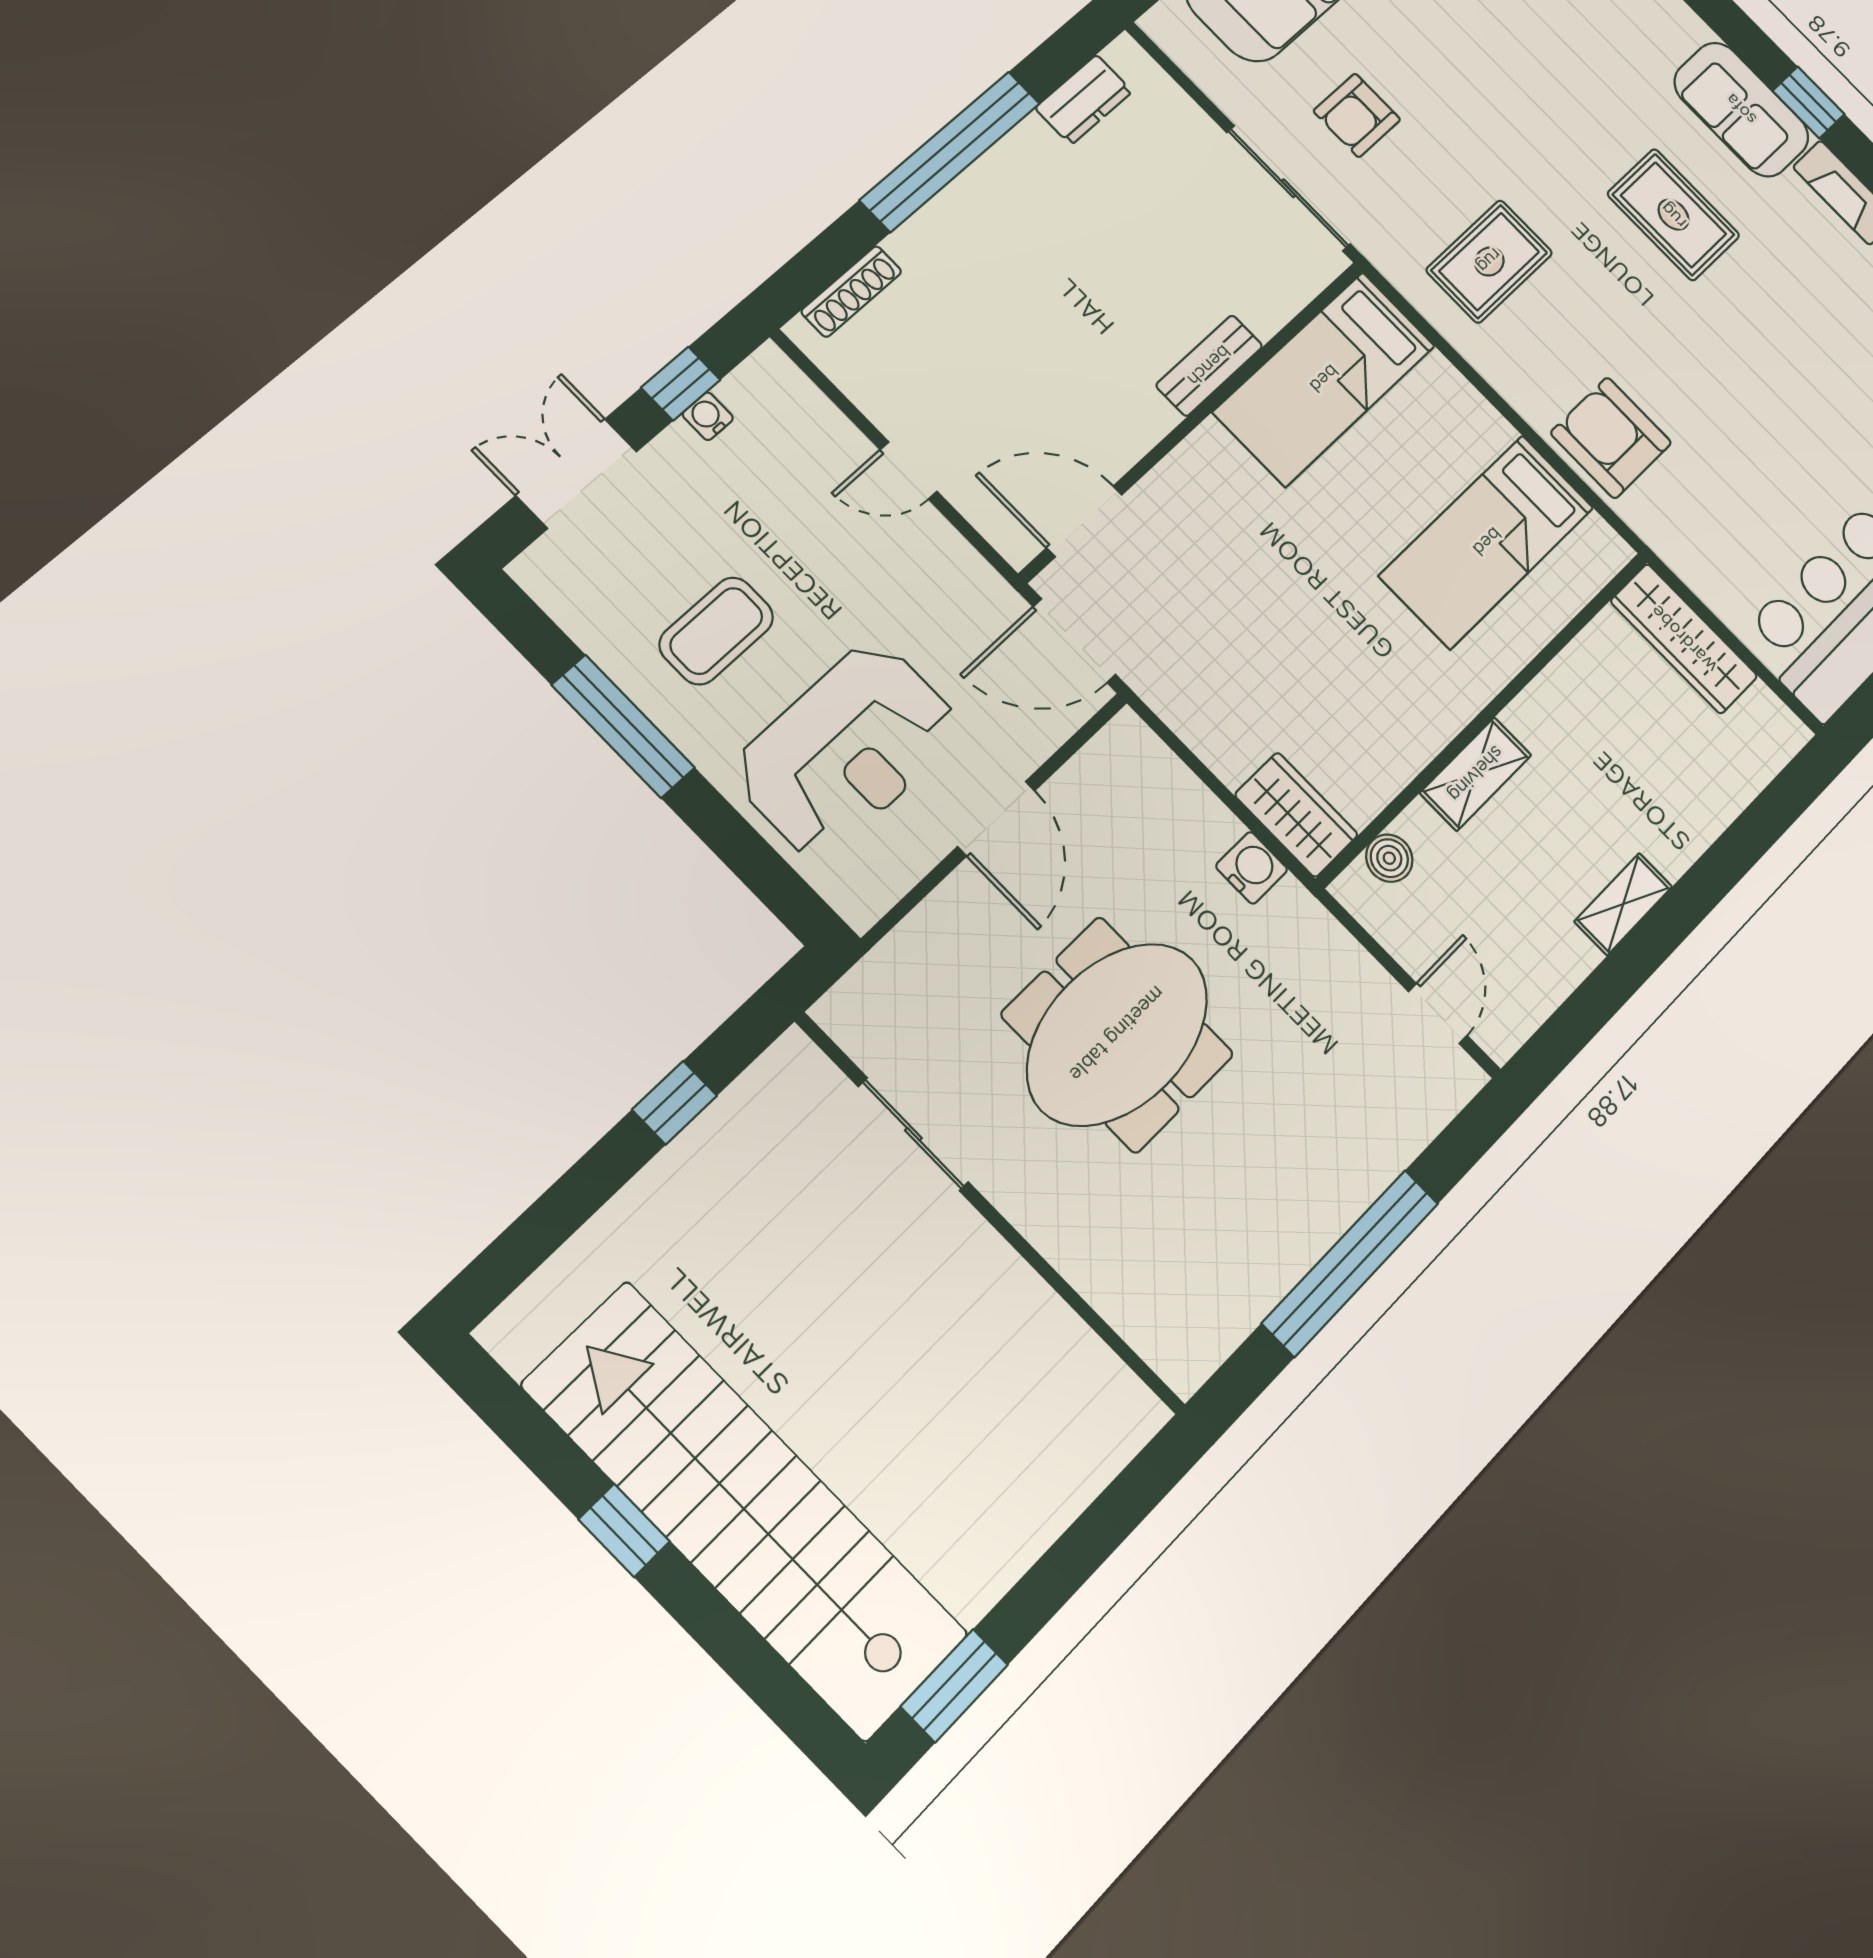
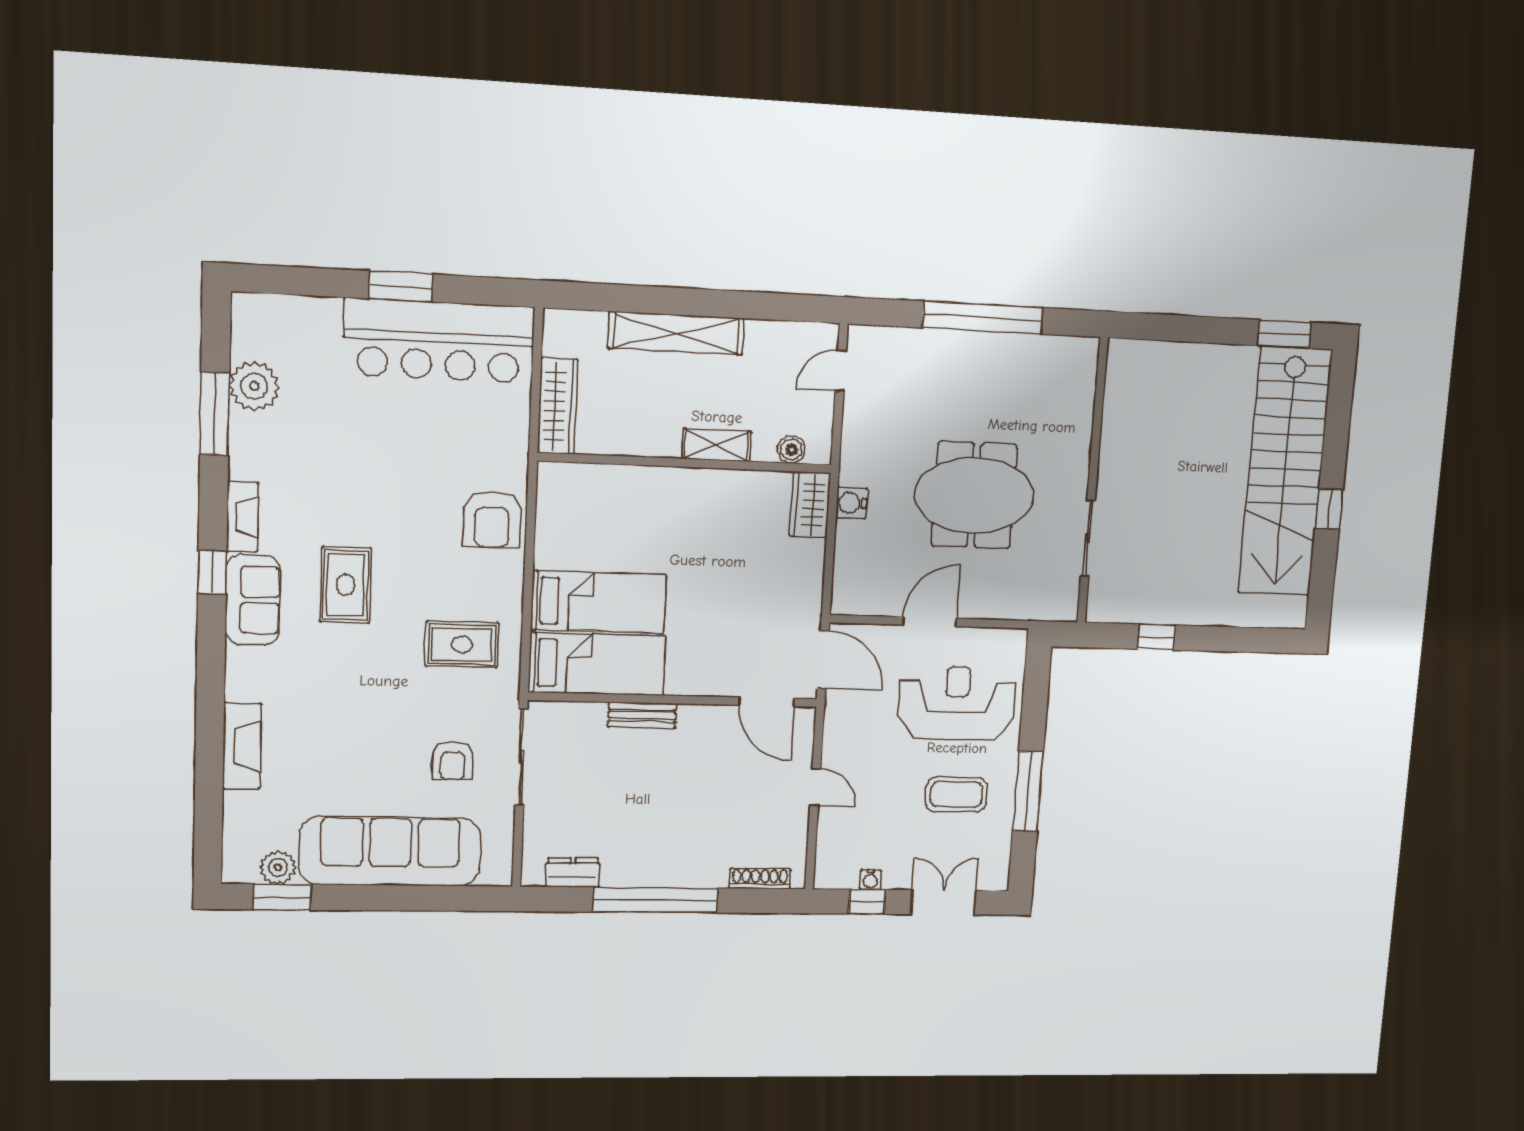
armchair: (1357, 115) -> (453, 760), turned 90
double door: (576, 474) -> (943, 902), swing flipped
bed: (1487, 542) -> (598, 602), moved
shelving: (1623, 904) -> (676, 333), width x2.20, depth x1.33

